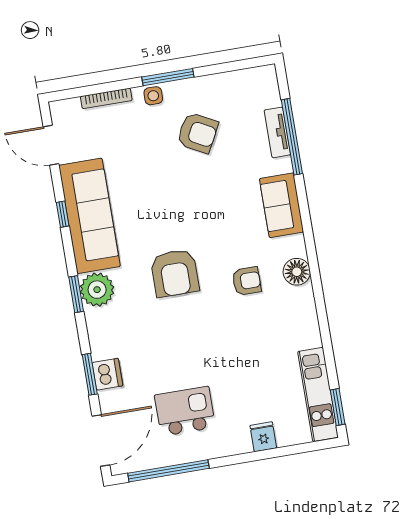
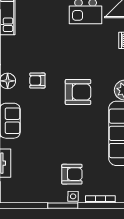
armchair: (198, 133) -> (72, 174), moved, turned 152
armchair: (175, 273) -> (78, 92), turned 90

